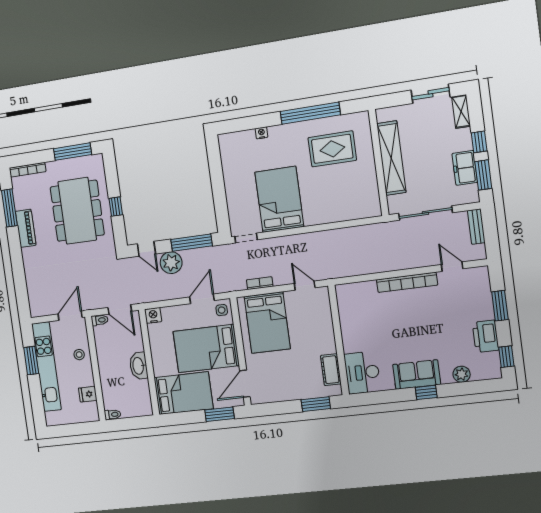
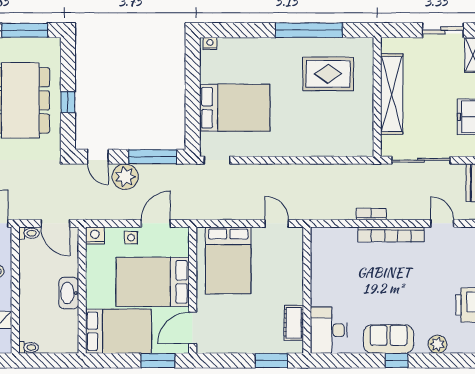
nightstand: (261, 133) -> (210, 43), moved
bed: (279, 199) -> (235, 108), moved, turned 90
bookcase: (260, 283) -> (371, 214), moved
side table: (222, 310) -> (131, 238), moved

